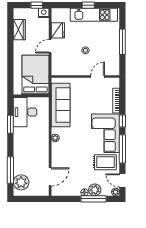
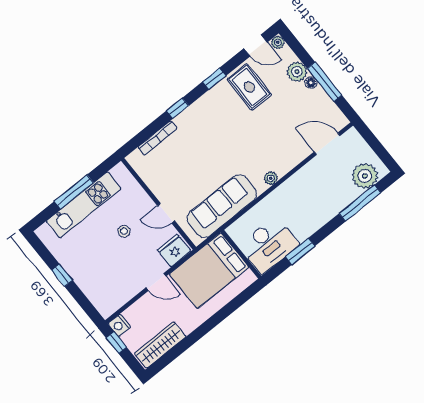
kitchen unit: (94, 15) -> (84, 205), moved, turned 90
wardrobe: (19, 30) -> (160, 345), width x1.50
fridge: (58, 30) -> (174, 251), moved
door: (98, 76) -> (166, 213), moved
corner sofa: (105, 133) -> (212, 117), removed
window: (122, 149) -> (214, 79), width x0.46
door: (122, 181) -> (256, 45), hinge flipped
window: (93, 199) -> (325, 82), moved

